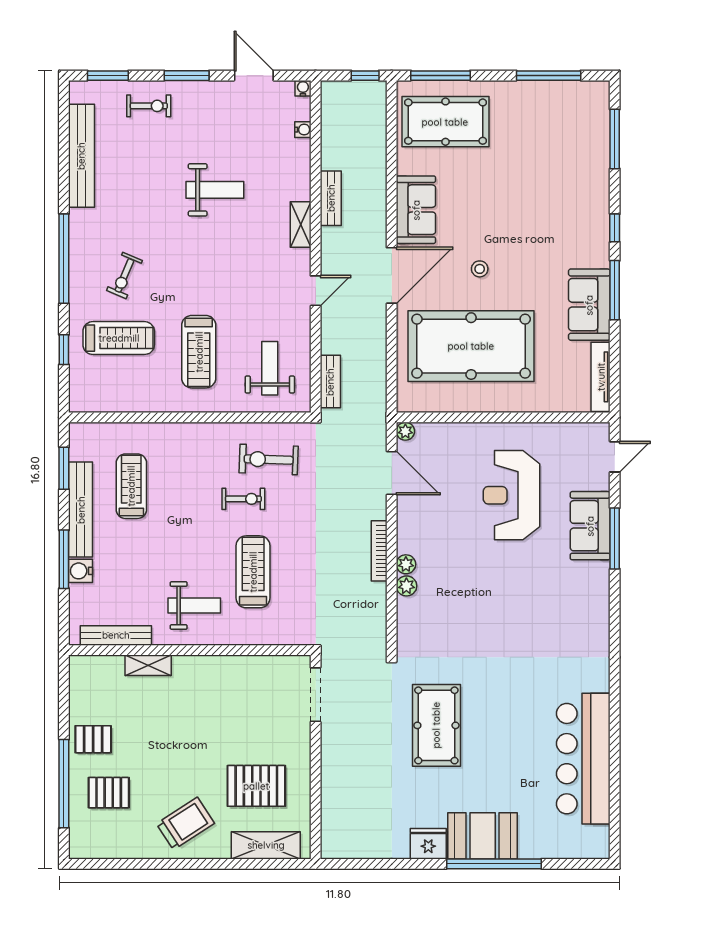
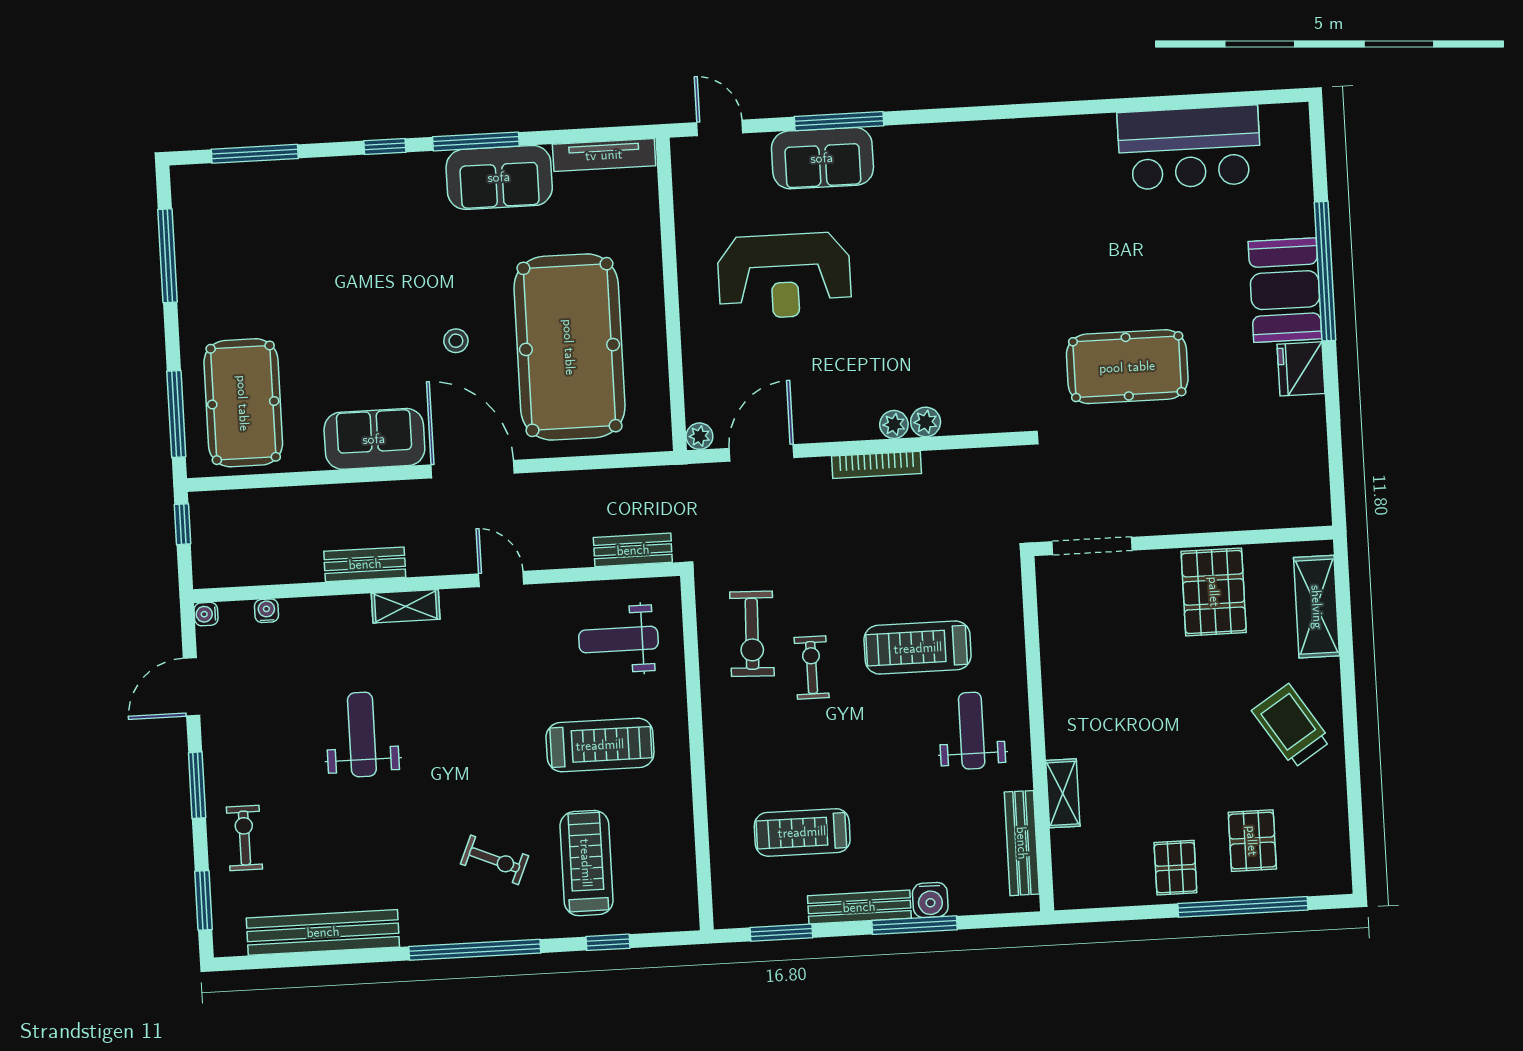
bench: (81, 510) -> (859, 907), width x0.73, depth x0.82
bar counter: (583, 759) -> (1189, 148), width x0.73
pallet: (256, 786) -> (1214, 592), moved

